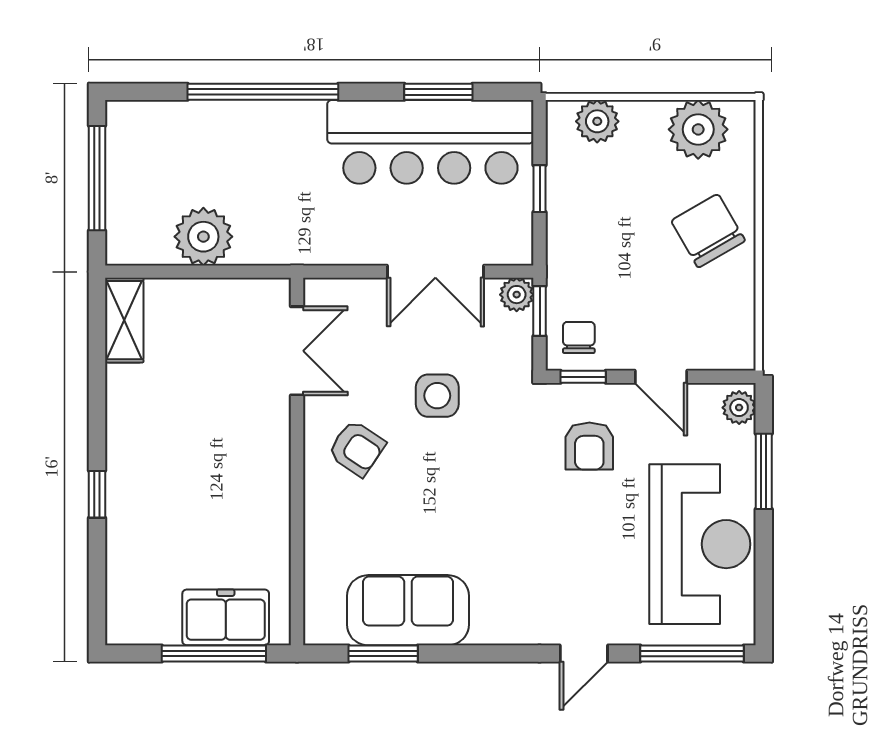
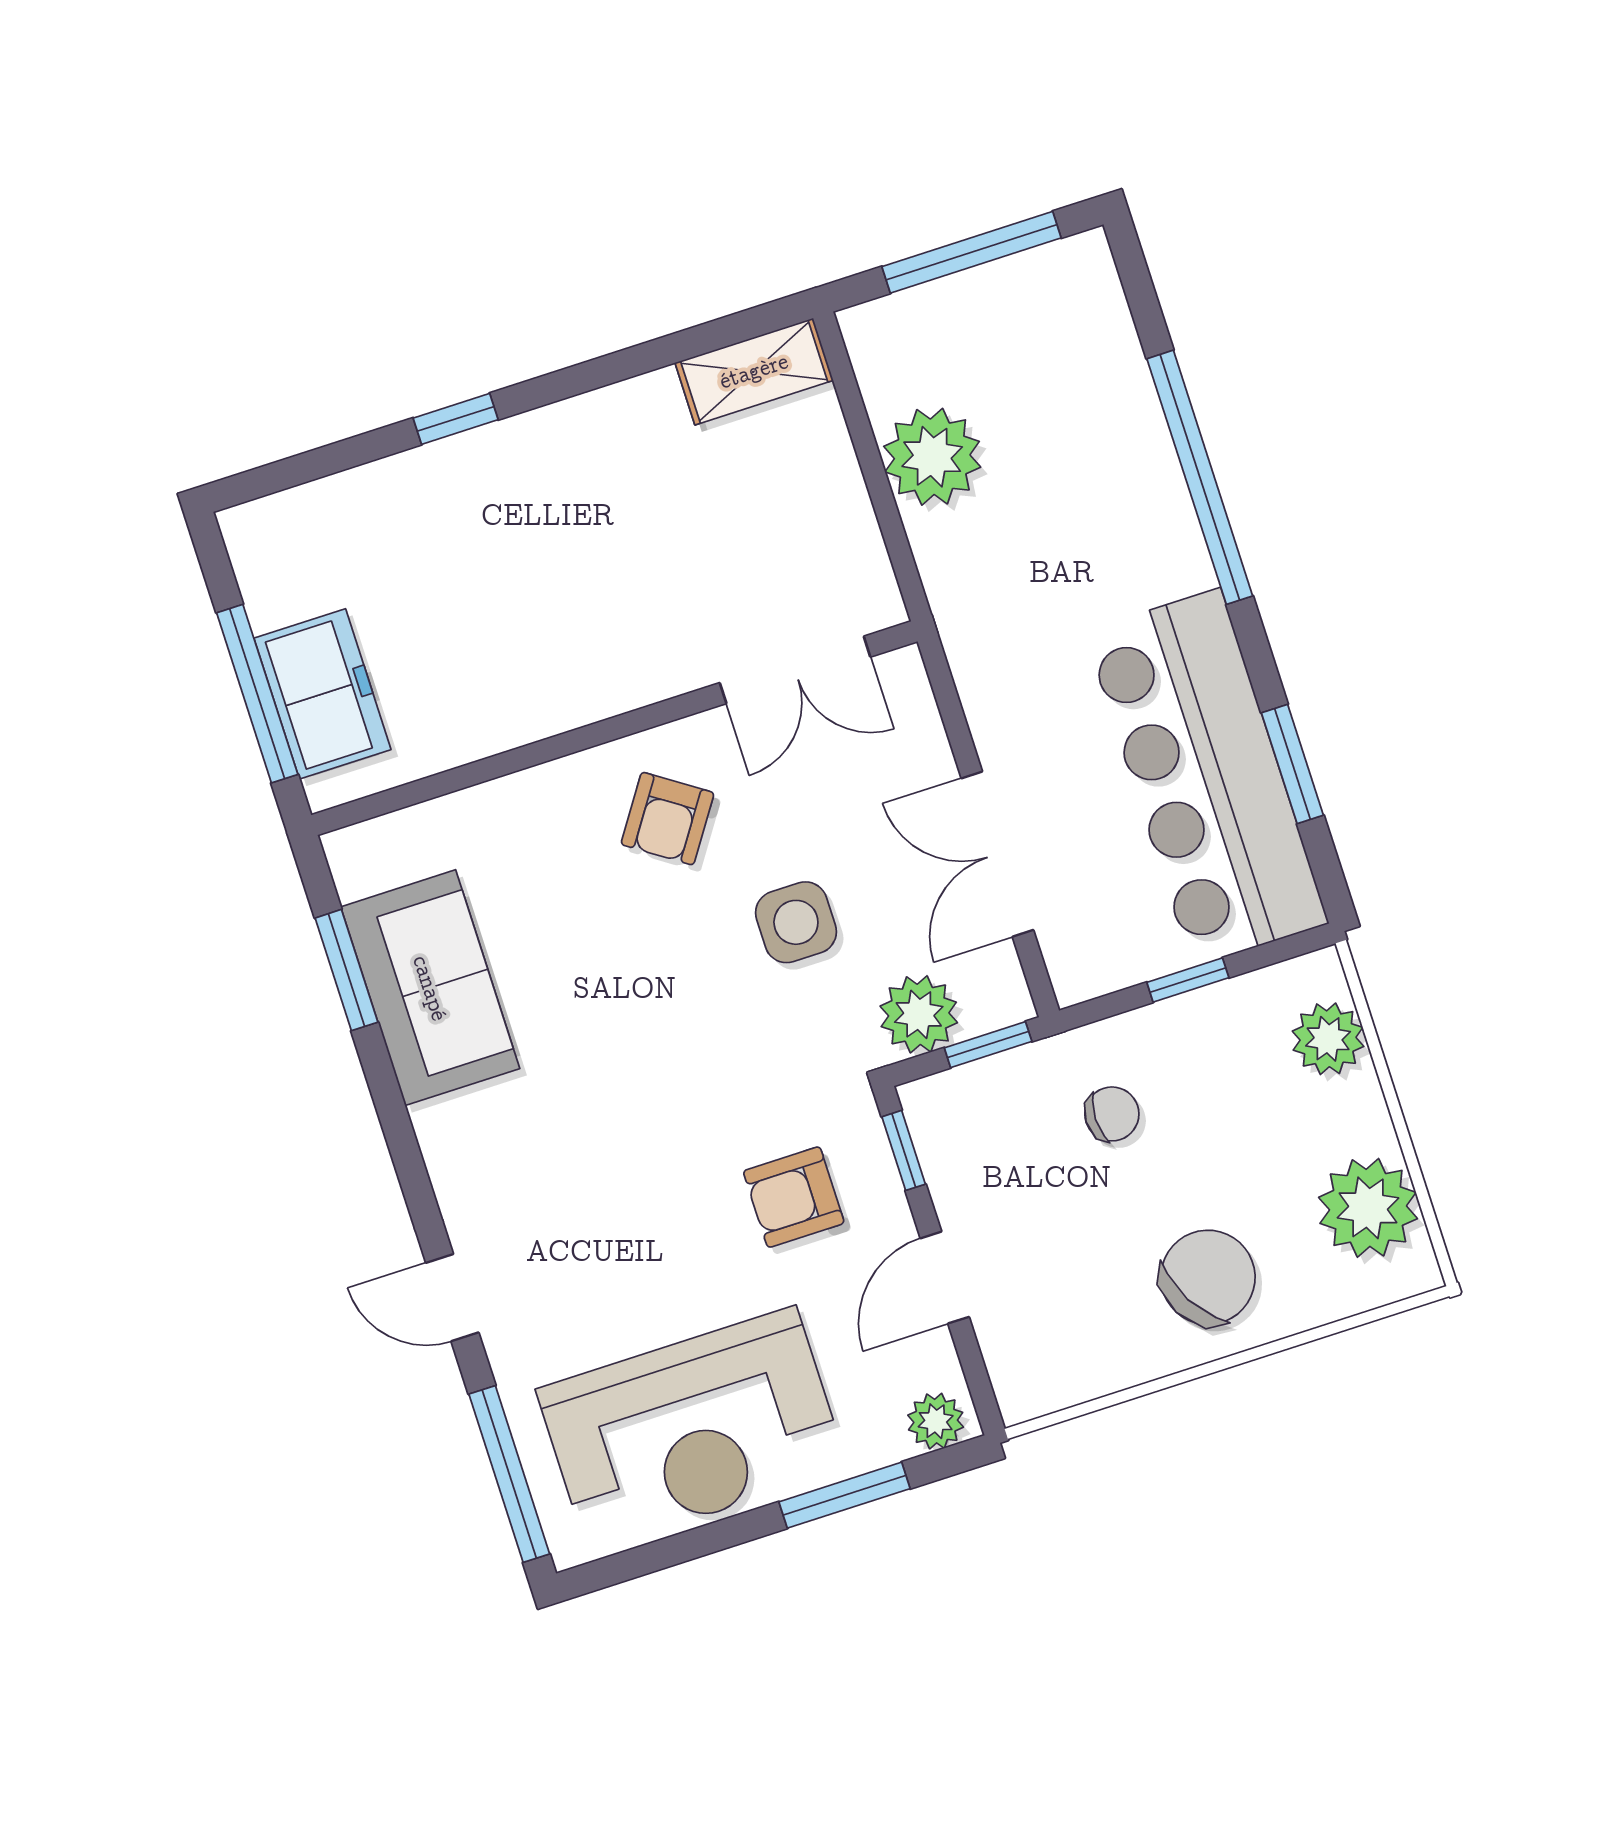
plant: (517, 295) -> (919, 1014), moved, width x1.38, depth x1.38
chair: (579, 337) -> (1112, 1114), moved

